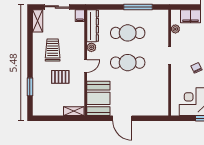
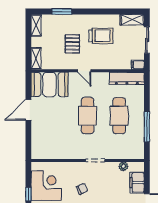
plant: (91, 47) -> (104, 77), removed
shelving: (43, 111) -> (36, 25), added

